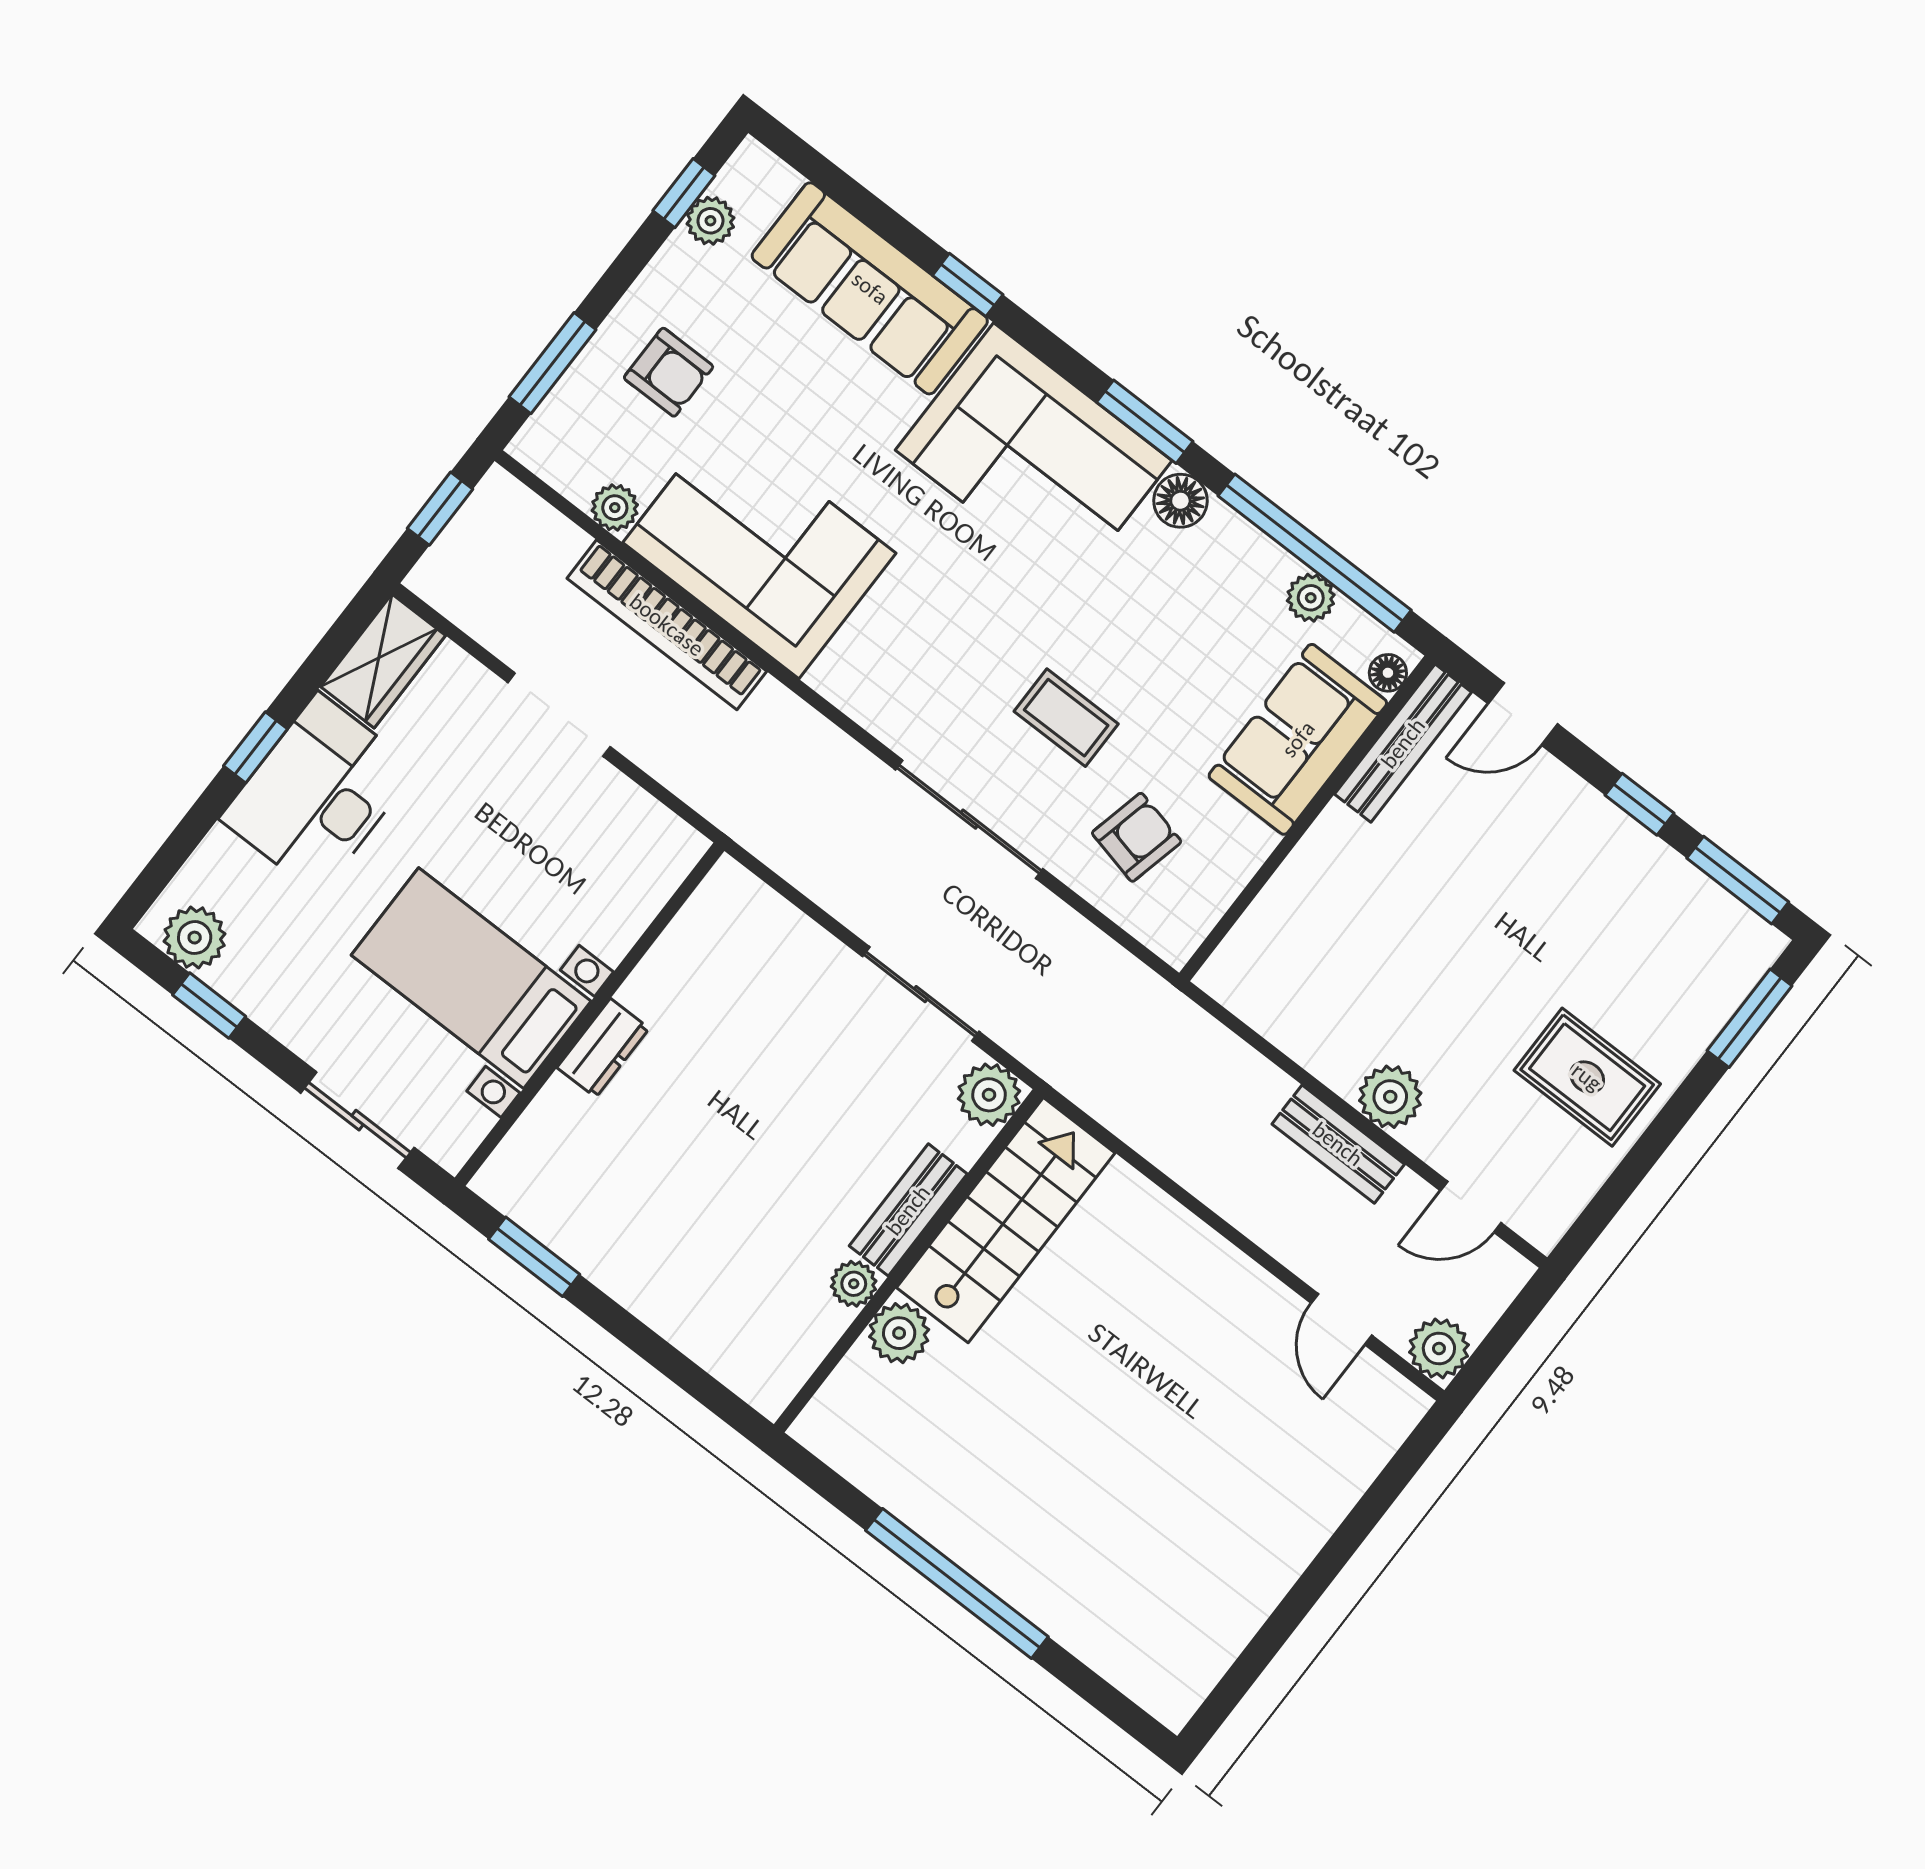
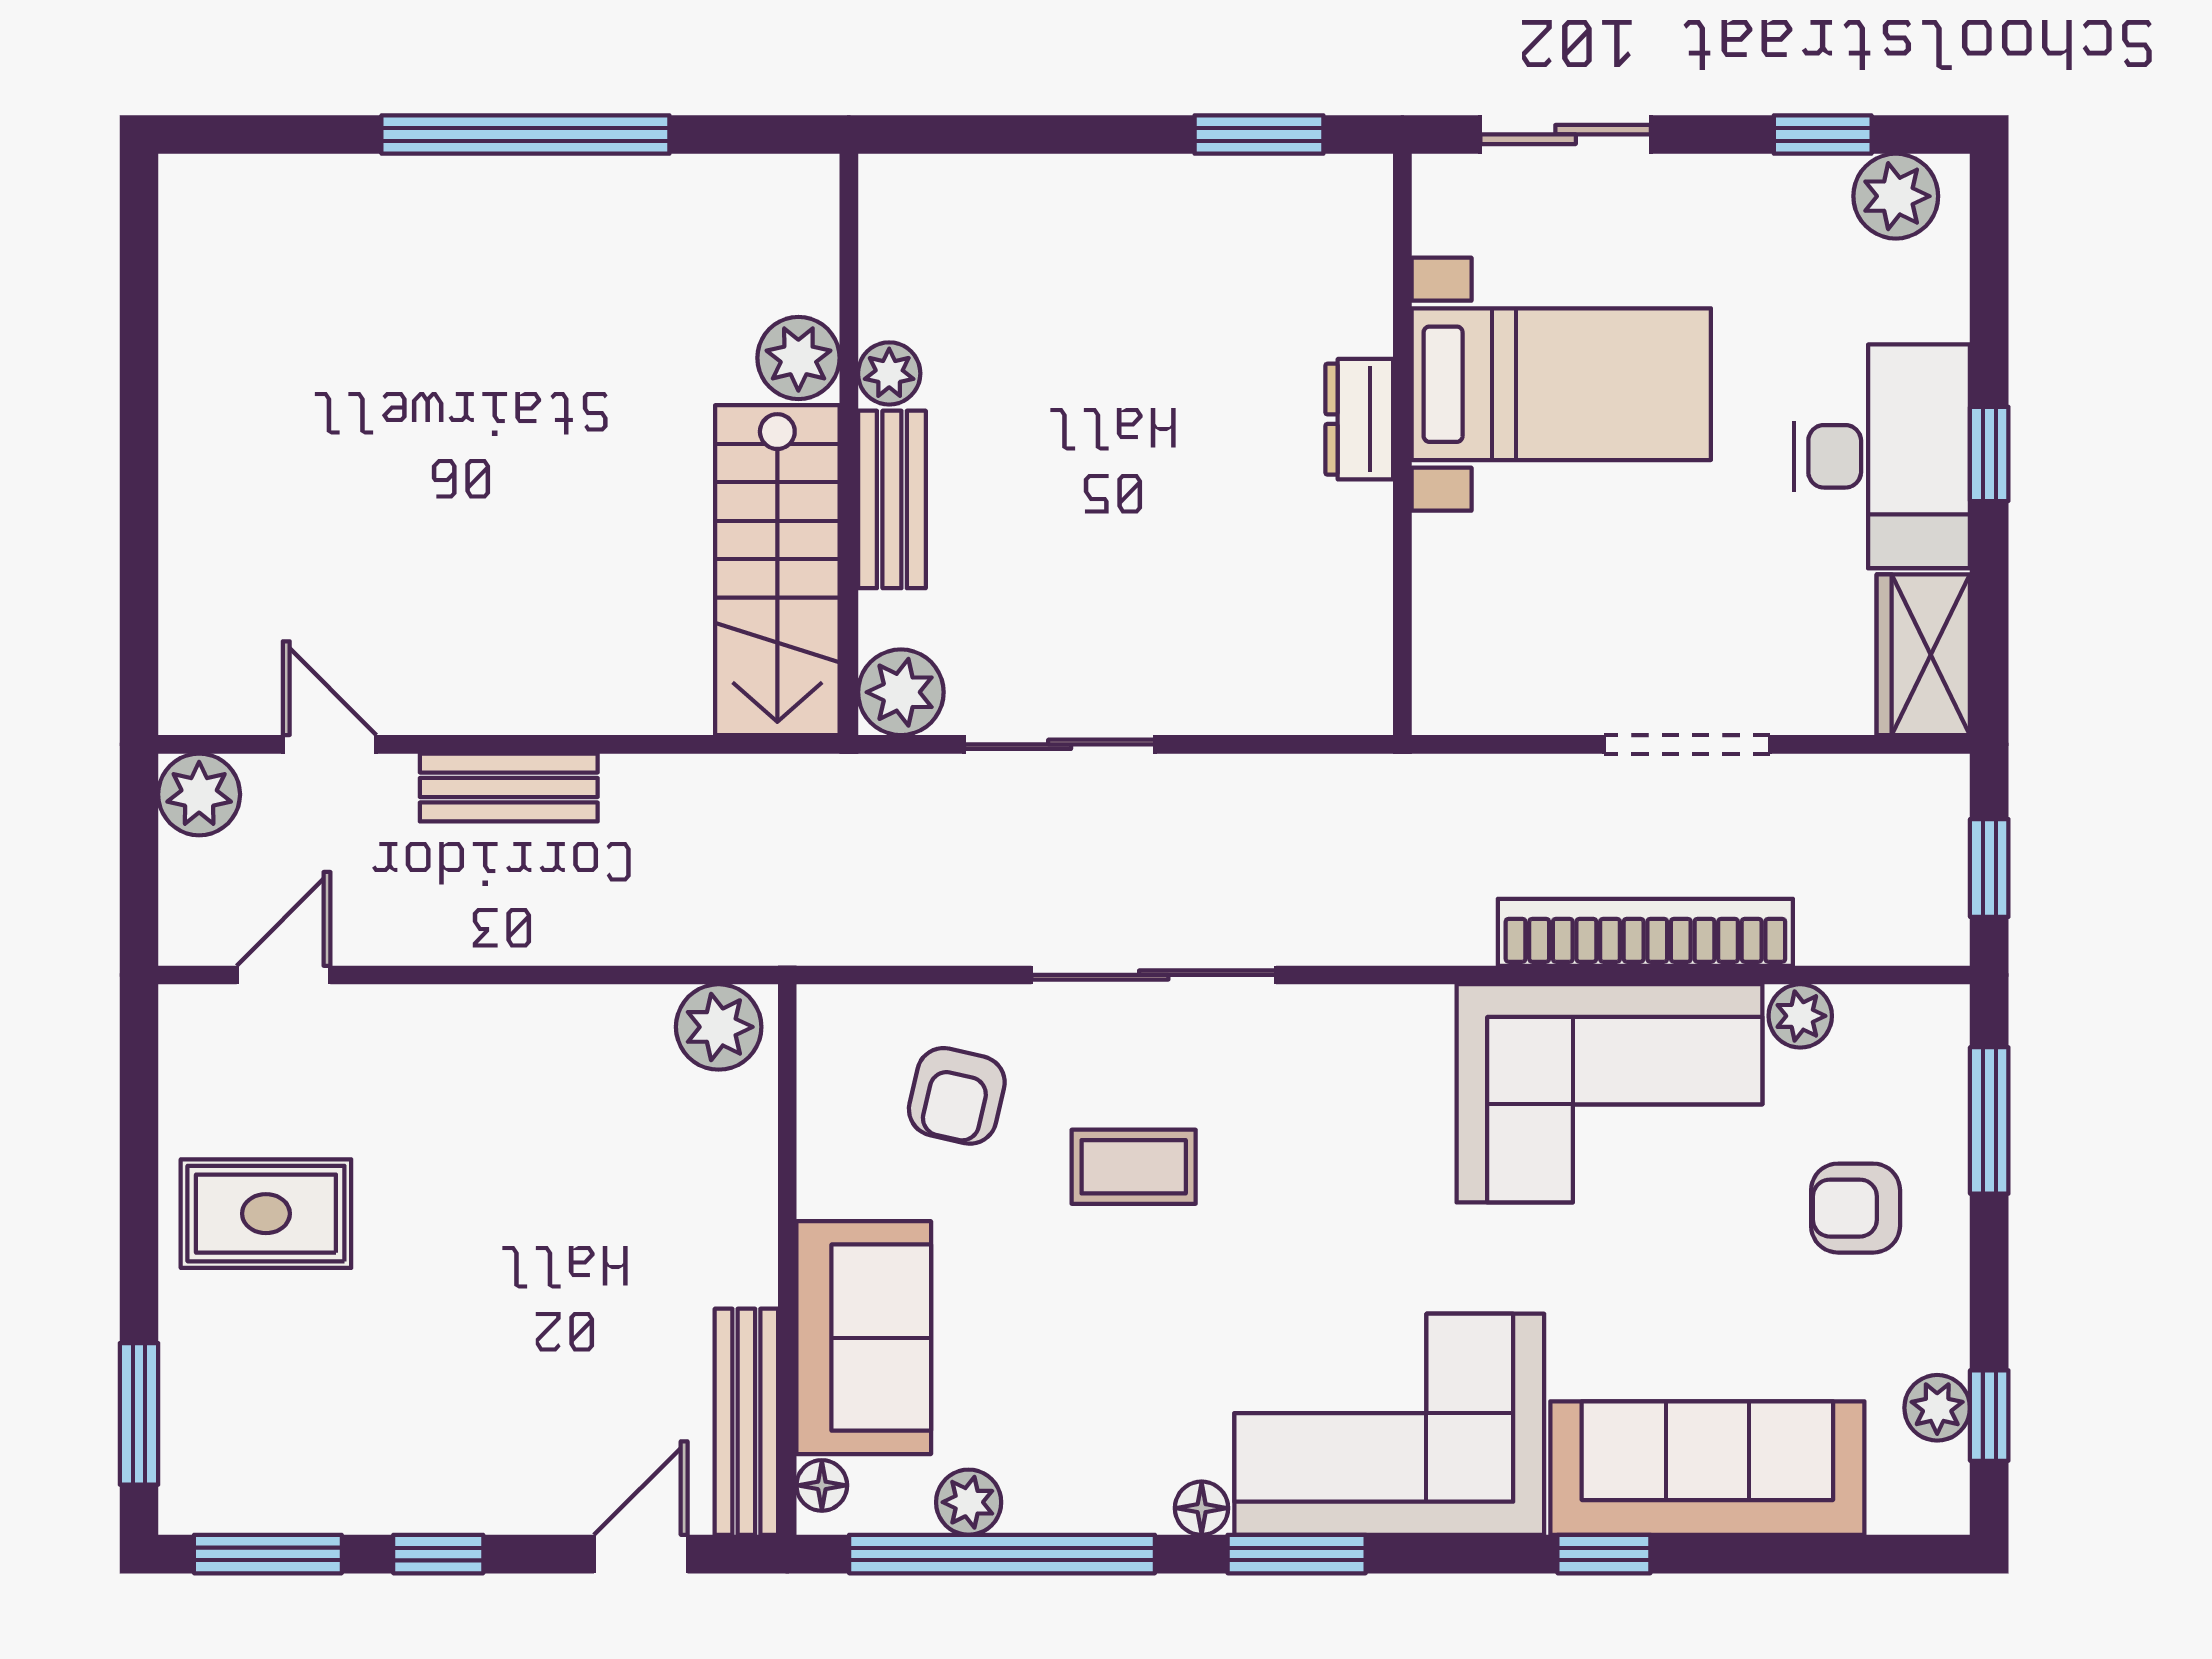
floor lamp: (1180, 501) -> (1202, 1508), width x0.73, depth x0.73
plant: (1390, 1097) -> (719, 1027), moved
bench: (1338, 1144) -> (509, 787), moved

